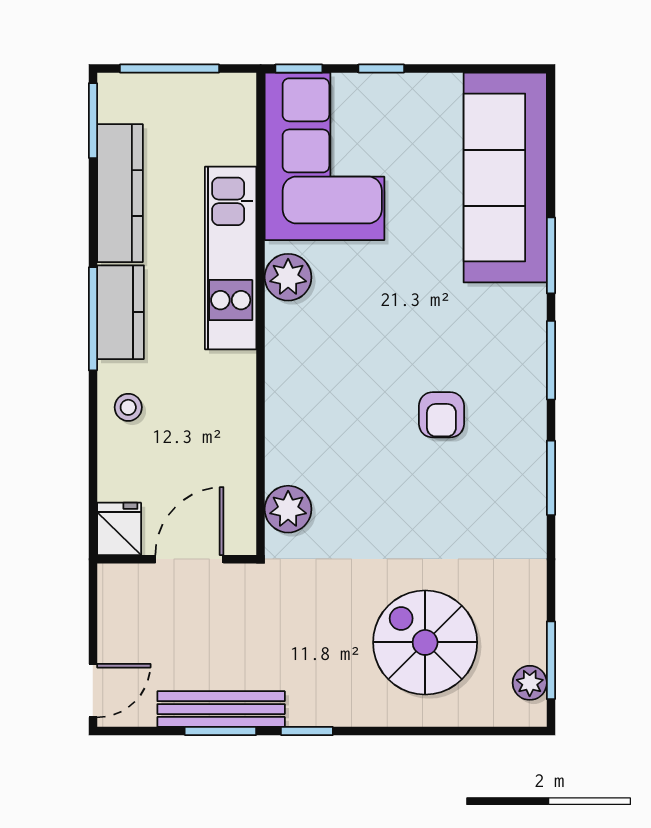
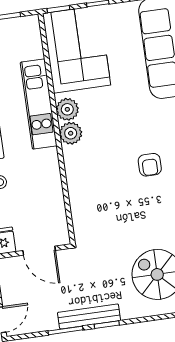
plant: (288, 509) -> (71, 133), moved
door: (189, 559) -> (39, 251), swing flipped
bench: (221, 709) -> (89, 316), moved

